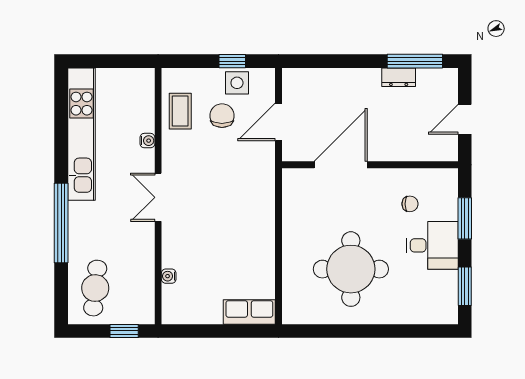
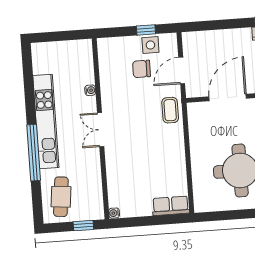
coffee table: (180, 111) -> (170, 110), moved
chair: (222, 116) -> (142, 69), turned -90
kitchen unit: (81, 134) -> (46, 122), moved
water cooler: (169, 276) -> (114, 213), moved

